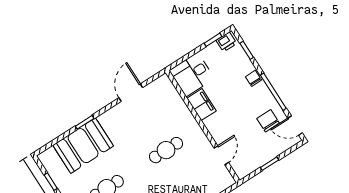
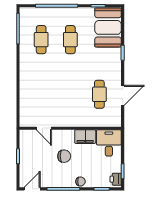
door: (131, 93) -> (123, 95), hinge flipped
chair: (268, 121) -> (64, 156), moved
booth: (83, 146) -> (108, 27), moved
cafe table: (166, 150) -> (99, 94), moved

